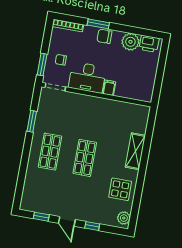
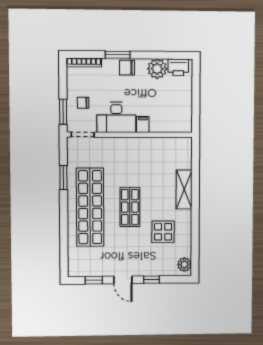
shop shelf: (50, 152) -> (90, 207), width x2.00, depth x1.36
display table: (120, 189) -> (163, 232), moved

